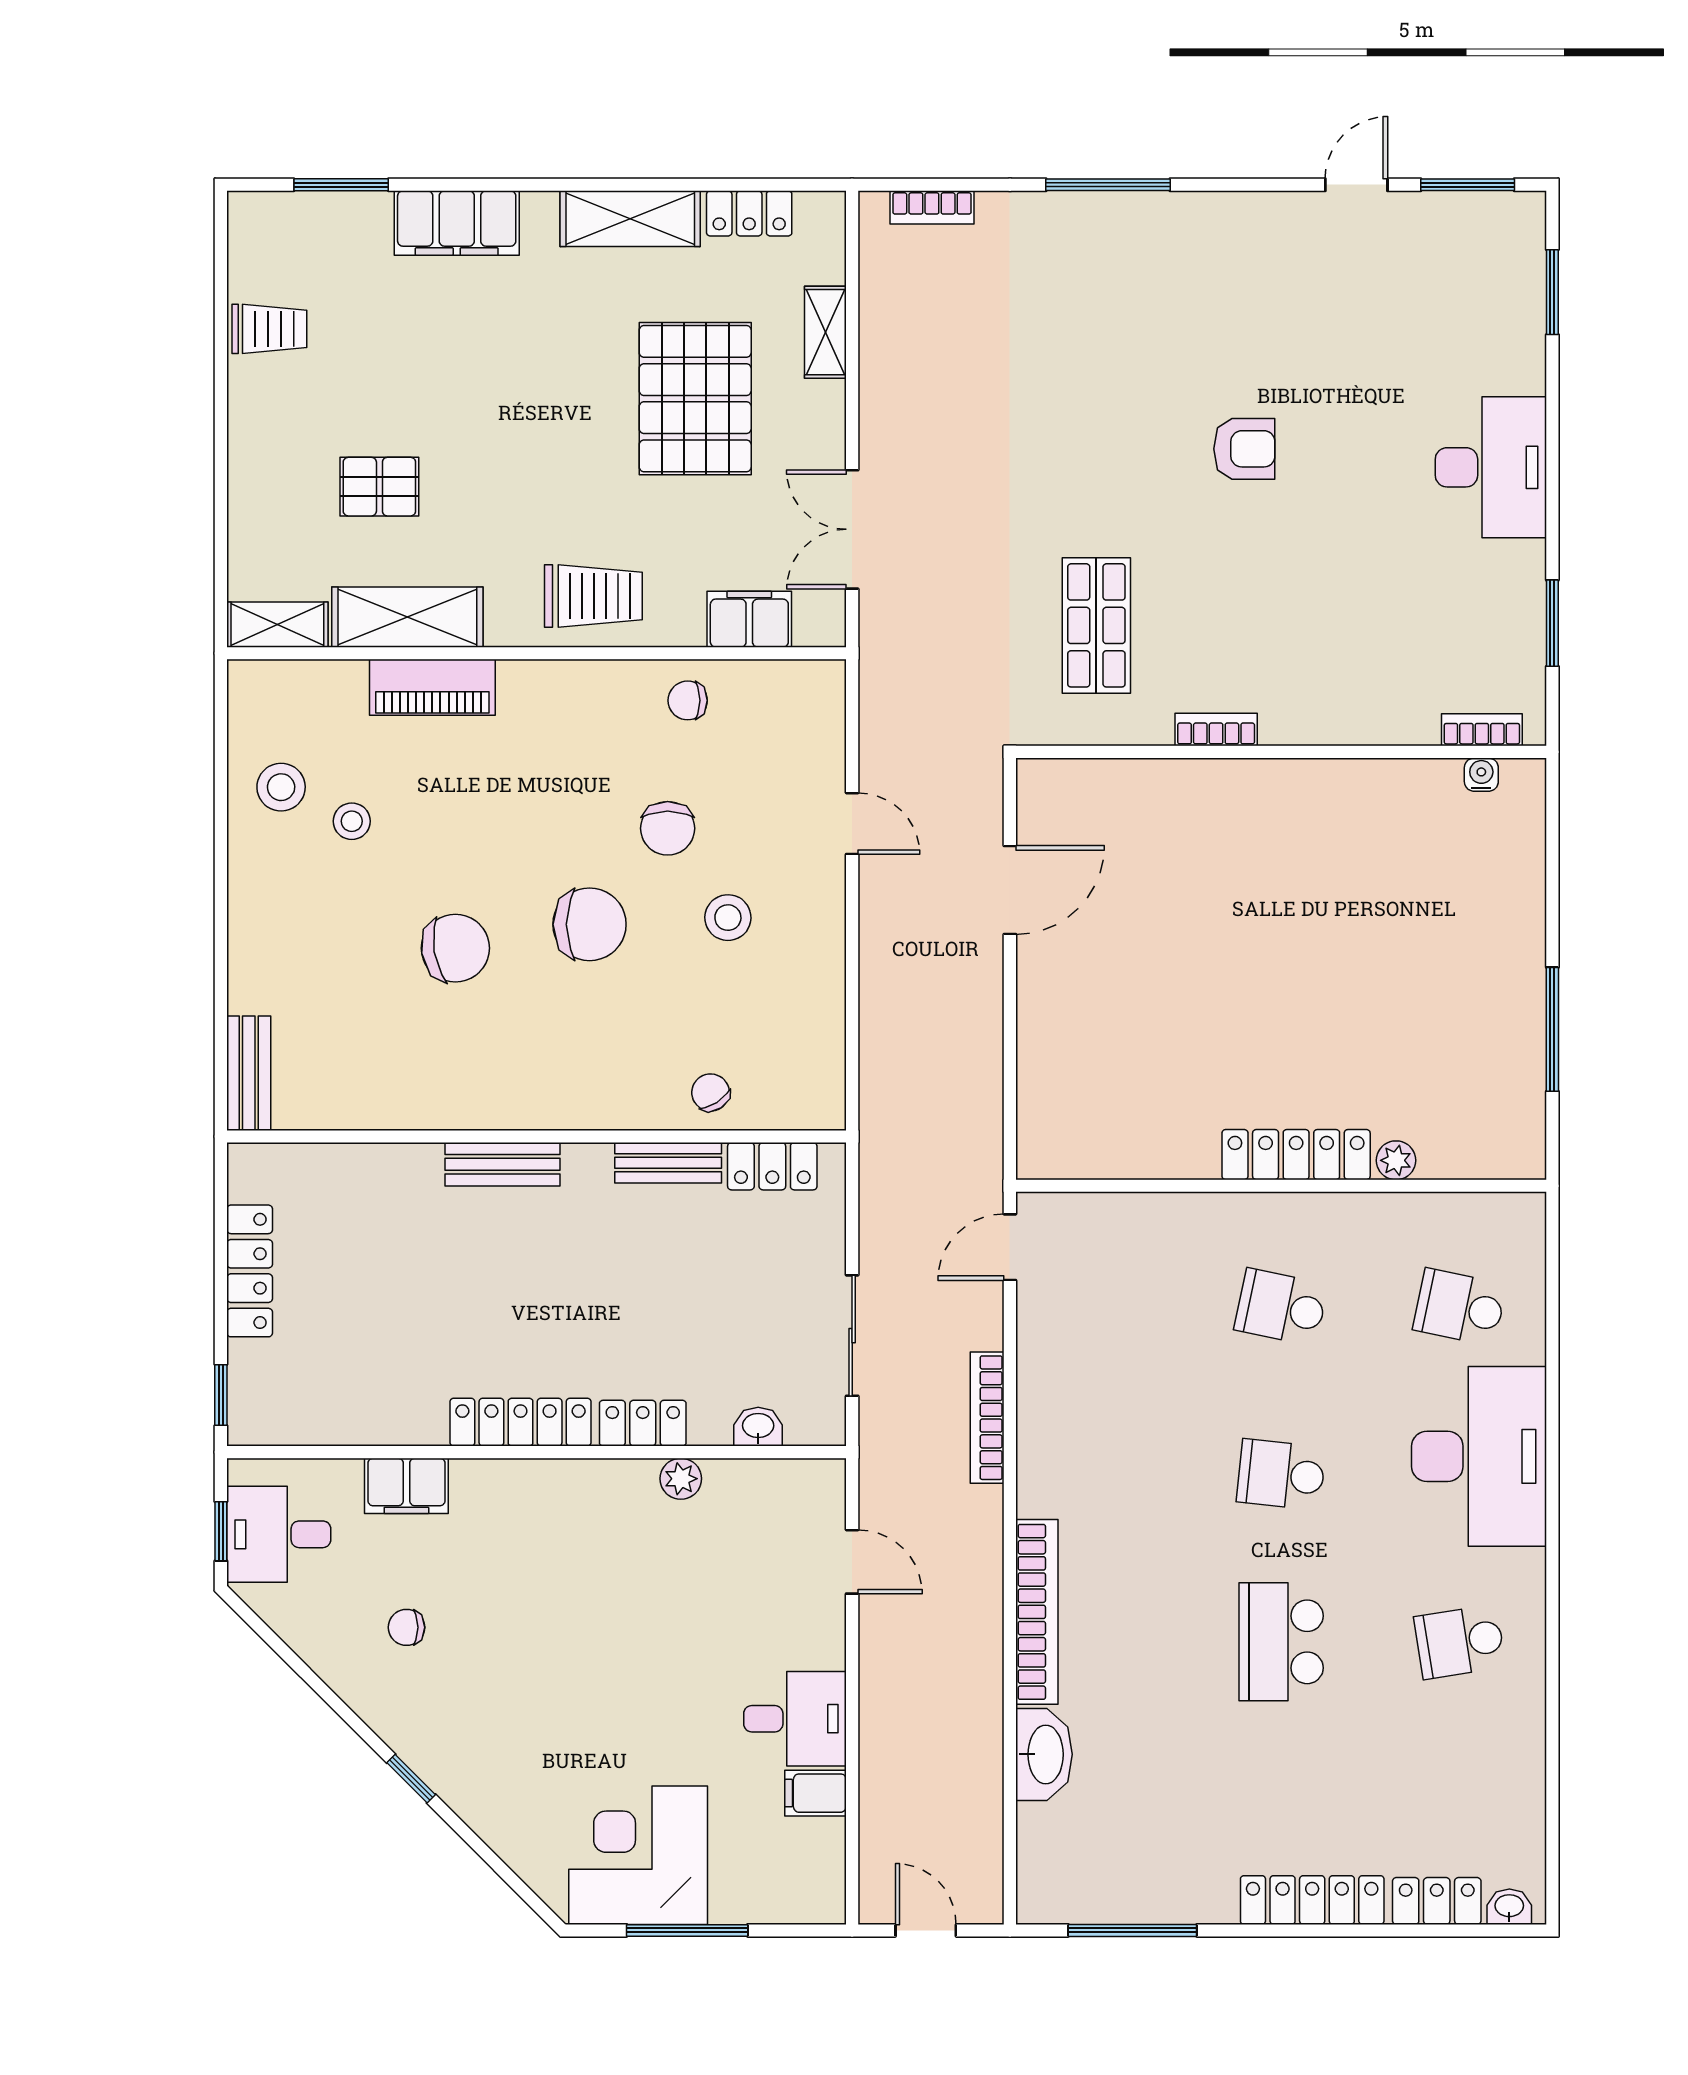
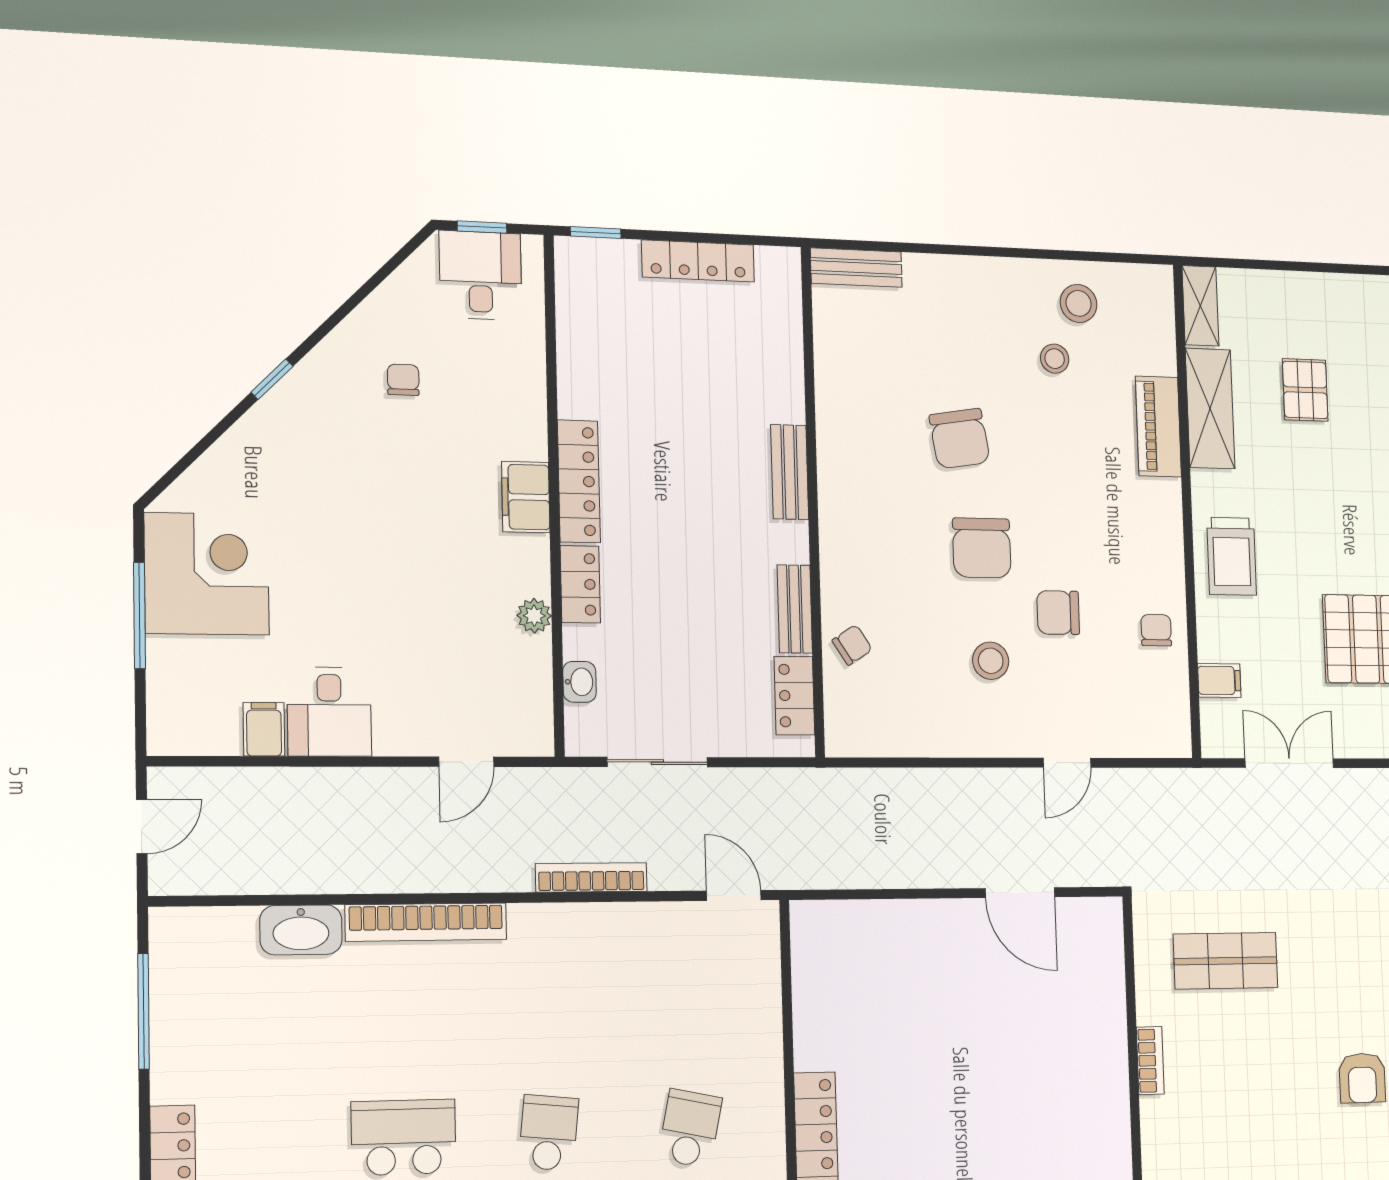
filing cabinet: (749, 619) -> (1219, 680), width x0.50
filing cabinet: (406, 1486) -> (526, 497), moved

